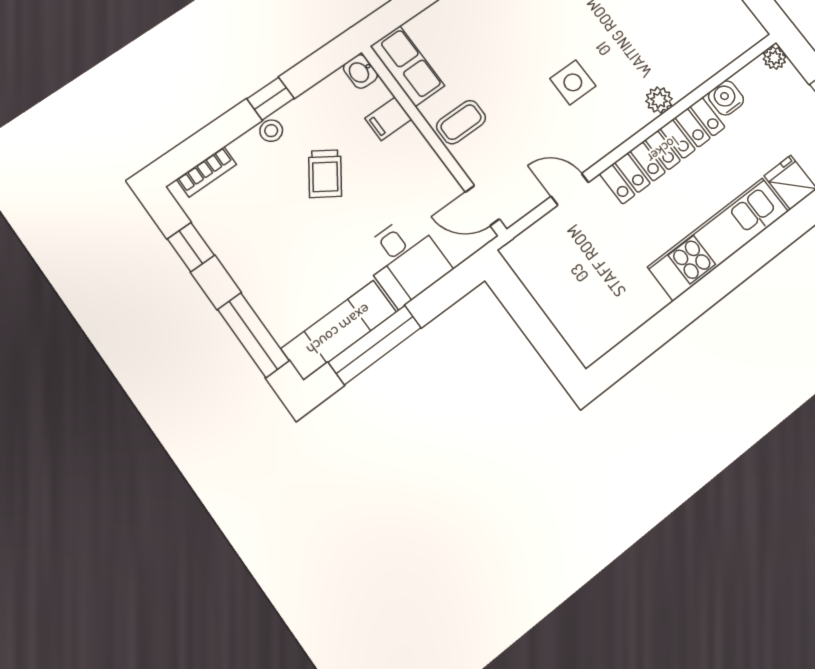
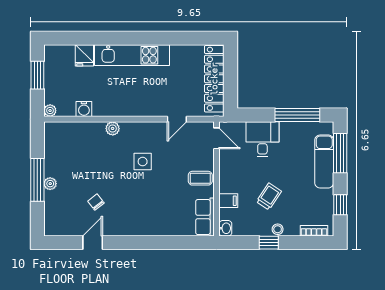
locker: (663, 150) -> (214, 79), moved, turned -90
door: (570, 189) -> (177, 119), hinge flipped
exam couch: (339, 330) -> (324, 162), moved, turned 90

